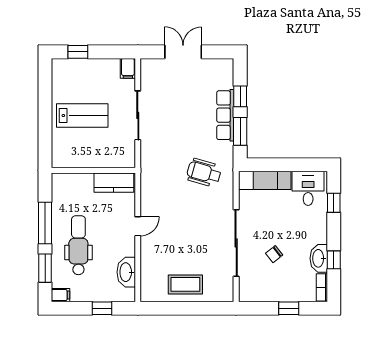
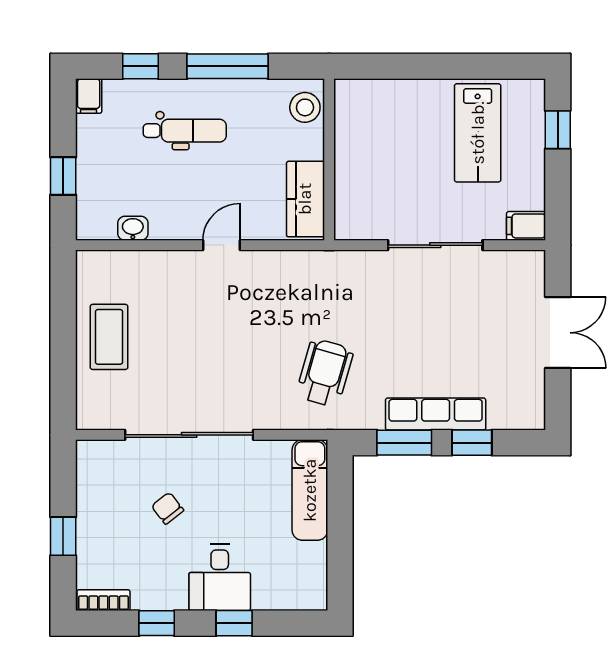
lab bench: (82, 116) -> (478, 133), moved
stool: (66, 183) -> (305, 107), added
desk: (308, 188) -> (220, 578), moved, turned 90
window: (334, 203) -> (234, 623), moved
door: (138, 226) -> (221, 245), swing flipped
dental chair: (78, 245) -> (185, 131), width x0.73, depth x0.72
washbasin: (319, 258) -> (159, 594), removed
window: (45, 268) -> (140, 66), width x0.67
washbasin: (126, 272) -> (133, 228), width x0.52, depth x0.69

